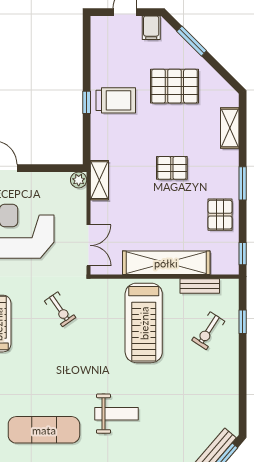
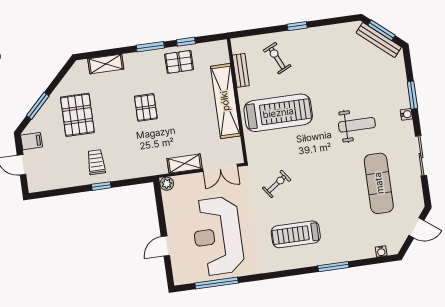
trolley: (116, 100) -> (96, 162), width x0.73, depth x0.72
shelving: (99, 180) -> (185, 164), moved
double door: (89, 245) -> (220, 168), swing flipped
window: (243, 254) -> (186, 42), moved
window: (243, 322) -> (297, 26), moved
exercise bike: (208, 331) -> (277, 58), turned -148
weight bench: (116, 414) -> (357, 125), turned 90

